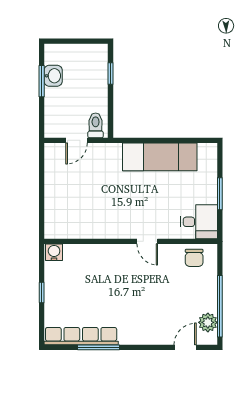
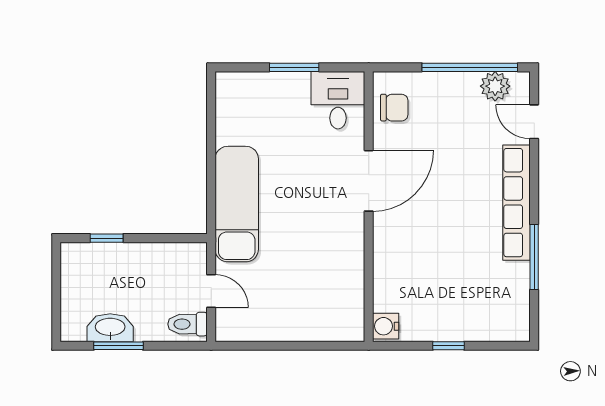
washbasin: (53, 76) -> (110, 328), width x1.38
toilet: (96, 125) -> (188, 324), moved
exam couch: (160, 157) -> (237, 204), moved
door: (147, 241) -> (369, 181), width x1.88
row of seats: (81, 336) -> (516, 203), moved

